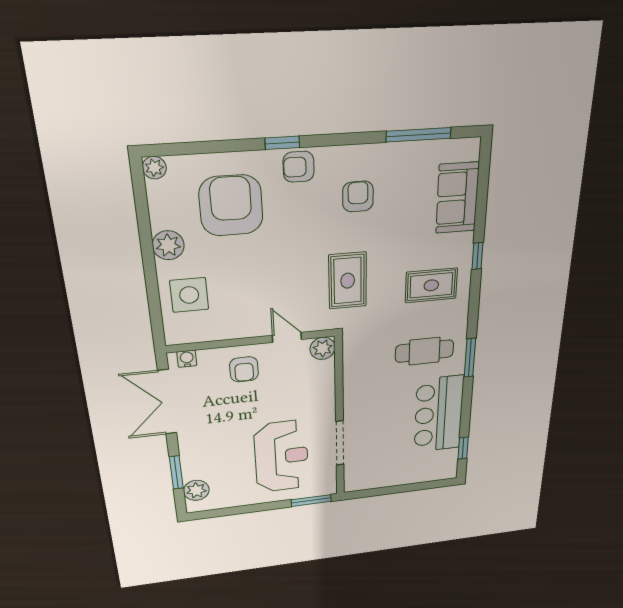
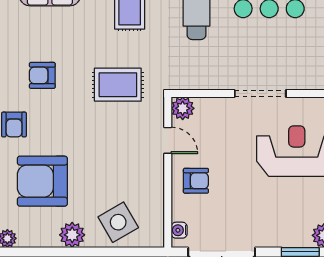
side table: (189, 295) -> (118, 222), turned -30
door: (287, 337) -> (168, 140), swing flipped
doorway: (340, 443) -> (260, 93), moved

